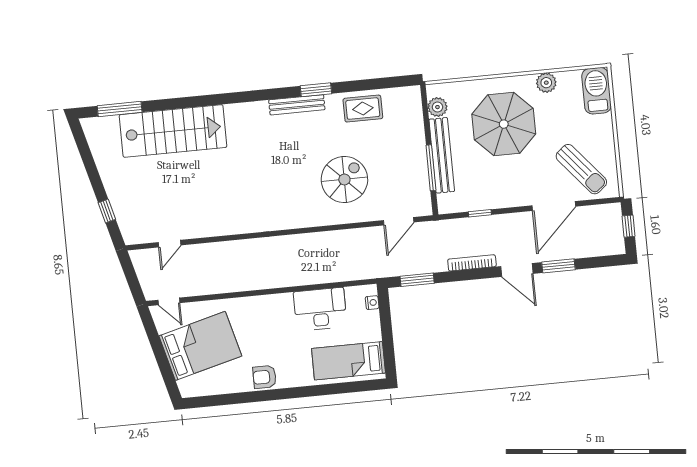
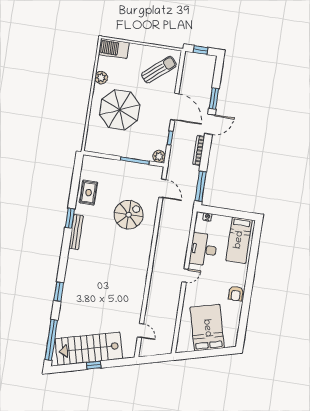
window: (198, 101) -> (59, 292), added
plant: (437, 107) -> (159, 156), moved
window: (120, 109) -> (51, 340), width x1.46
stairs: (173, 131) -> (89, 349), moved, turned -105
bench: (442, 155) -> (129, 152), removed
spiral stairs: (344, 179) -> (129, 215), turned 90
door: (554, 206) -> (175, 107), moved
window: (107, 211) -> (94, 365), moved
window: (417, 280) -> (201, 186), width x1.44
door: (169, 301) -> (185, 276), moved

